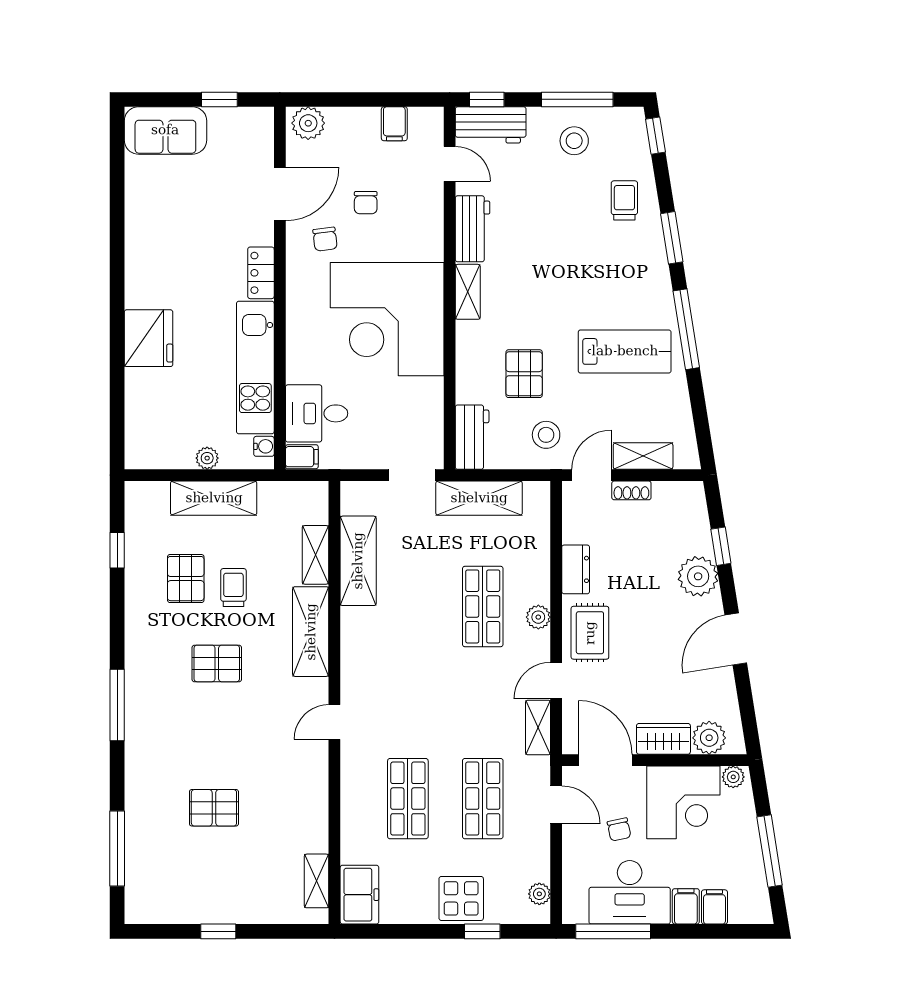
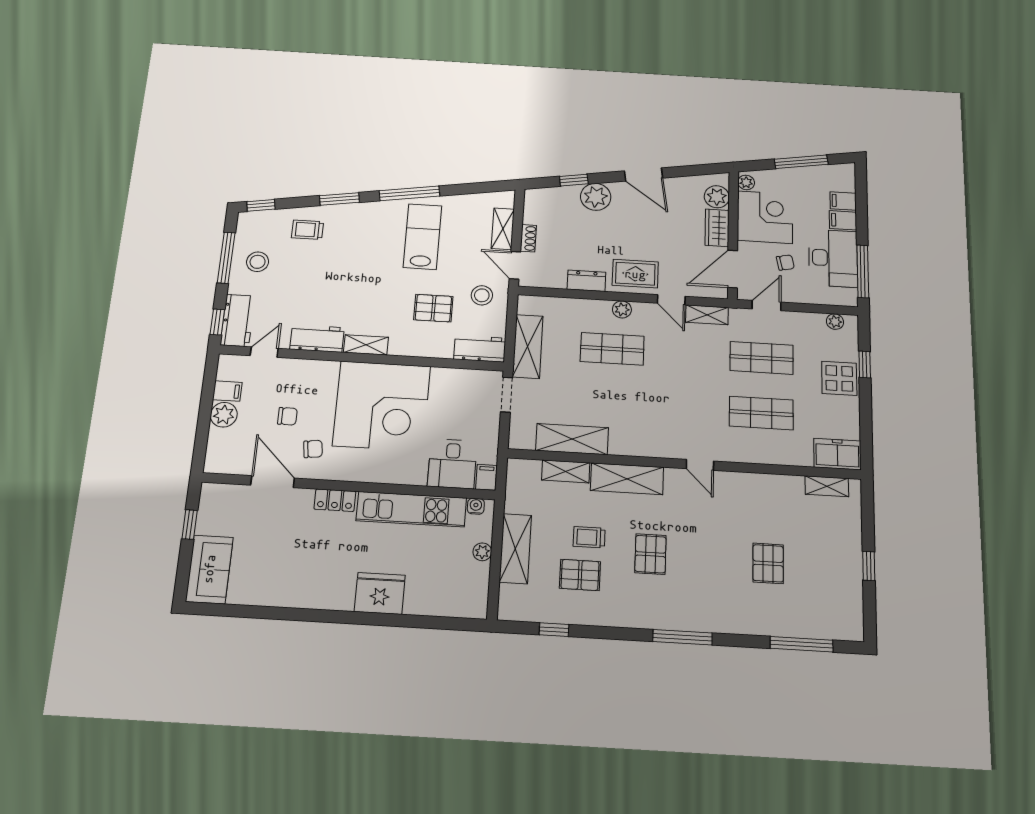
plant: (308, 123) -> (224, 415), moved

